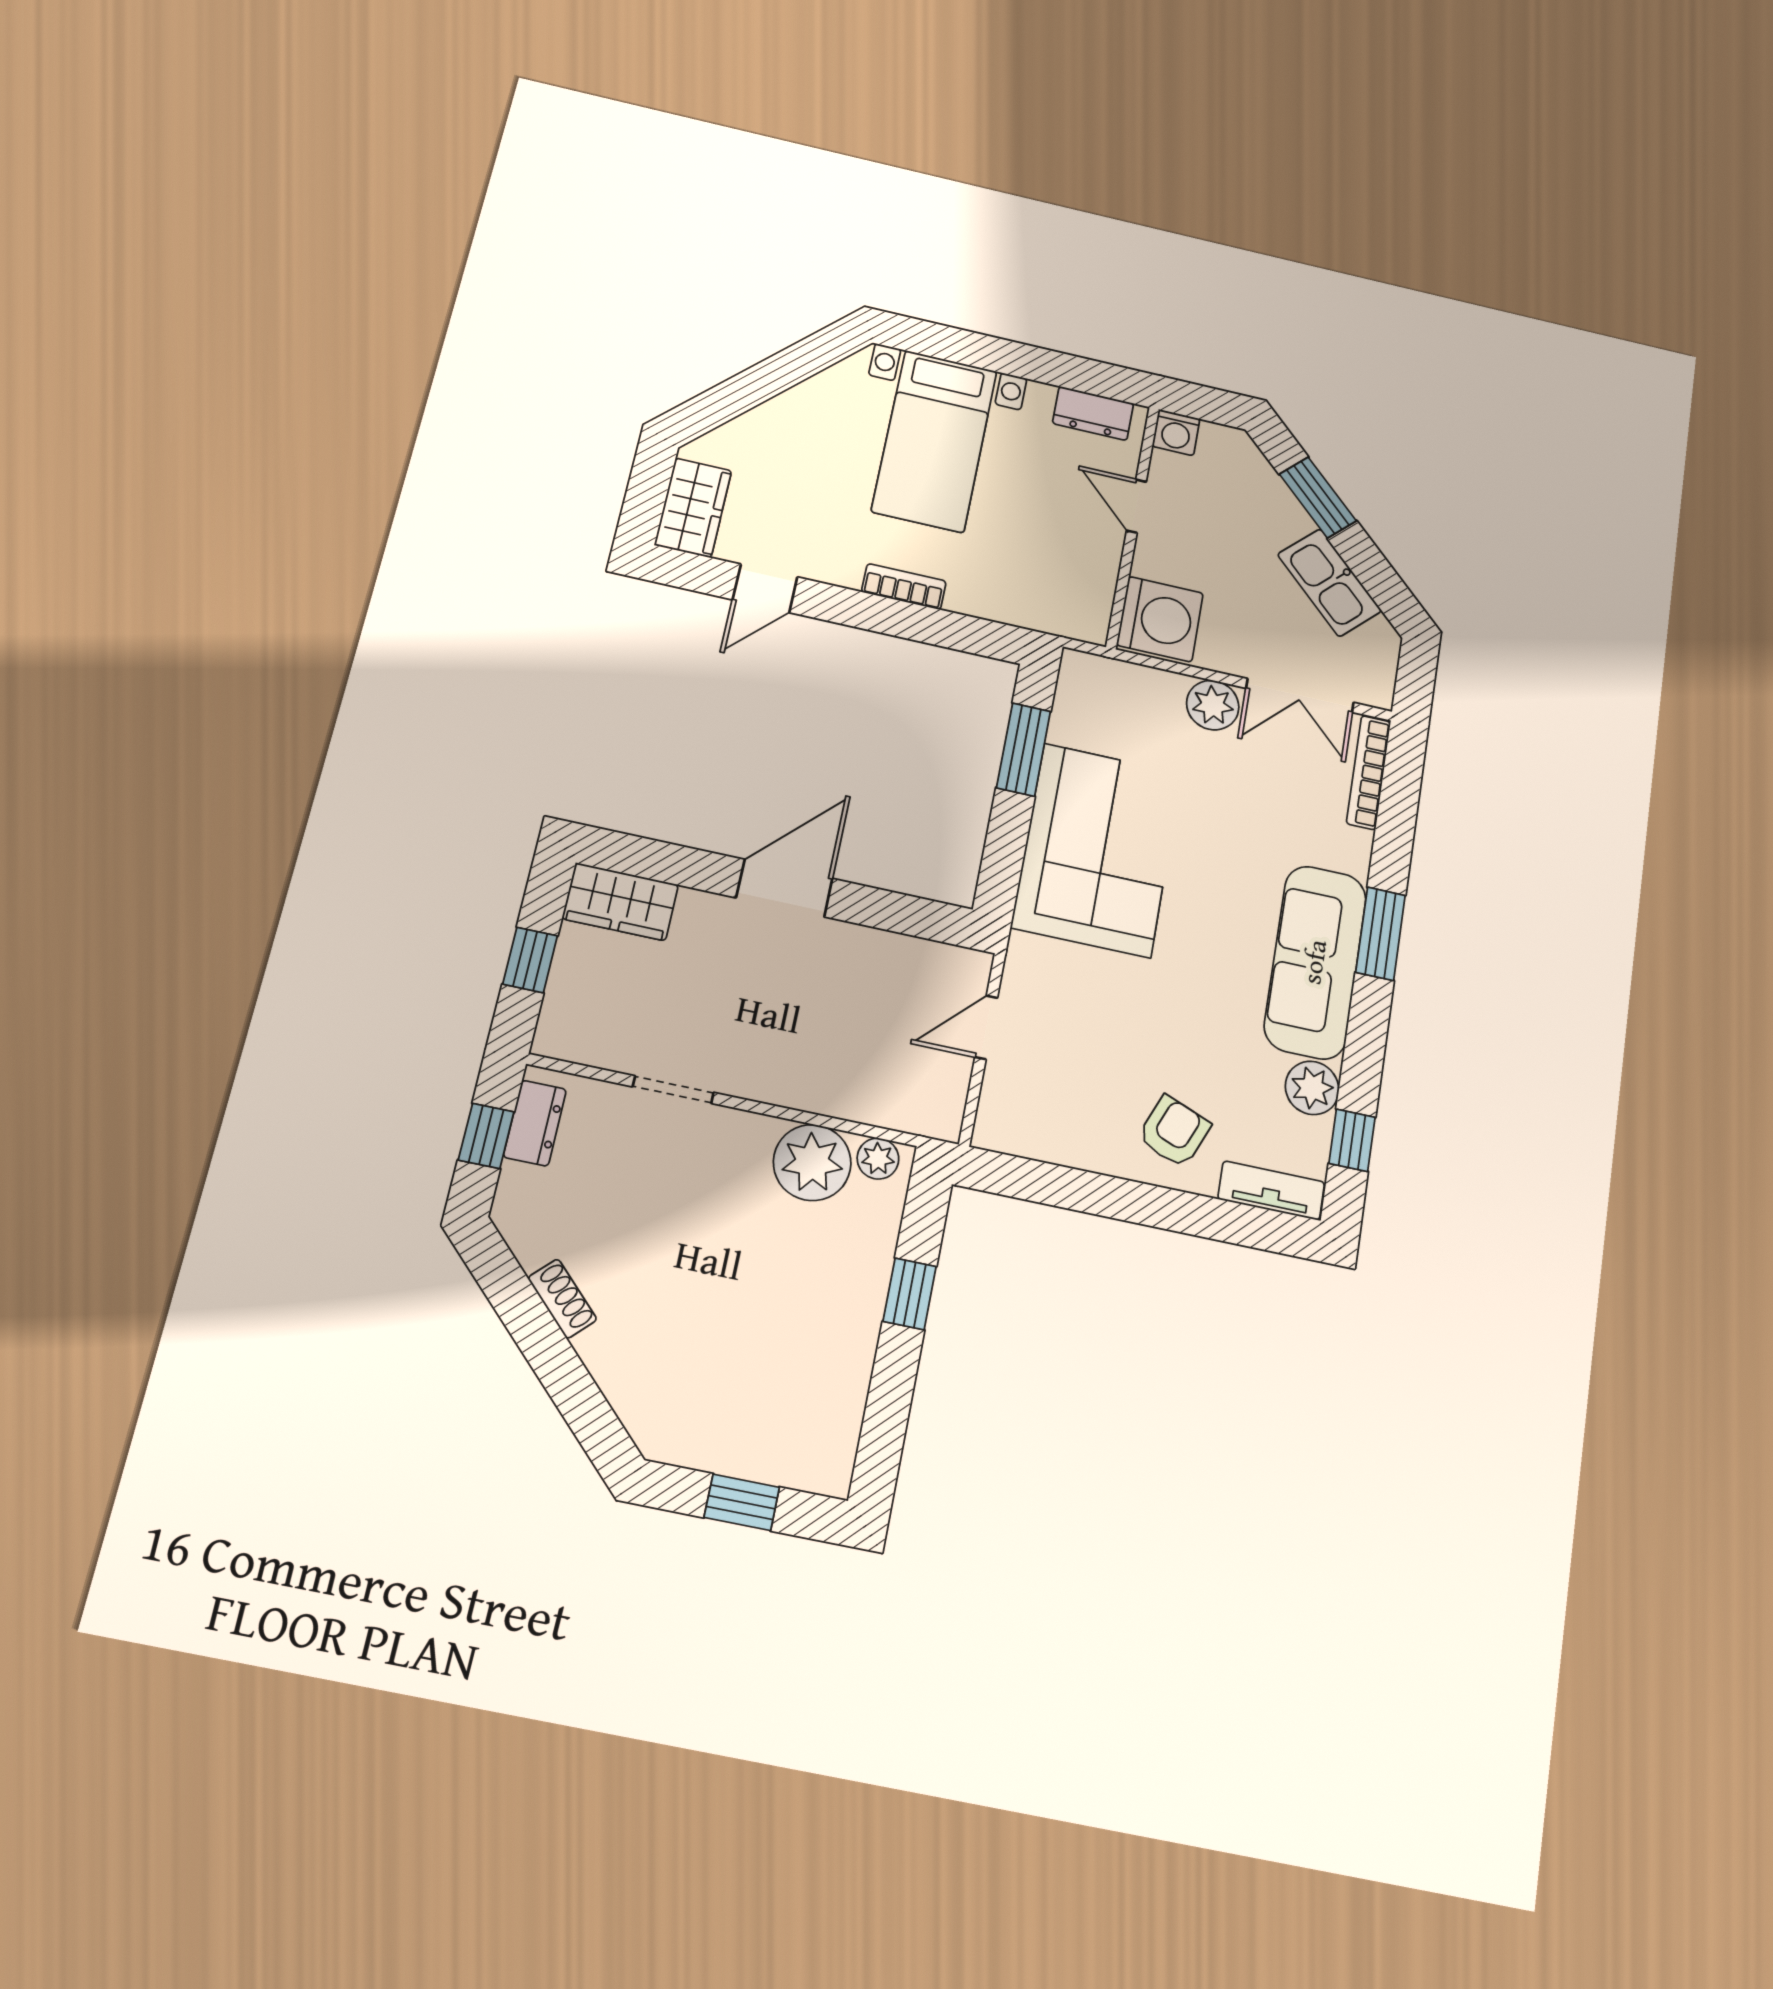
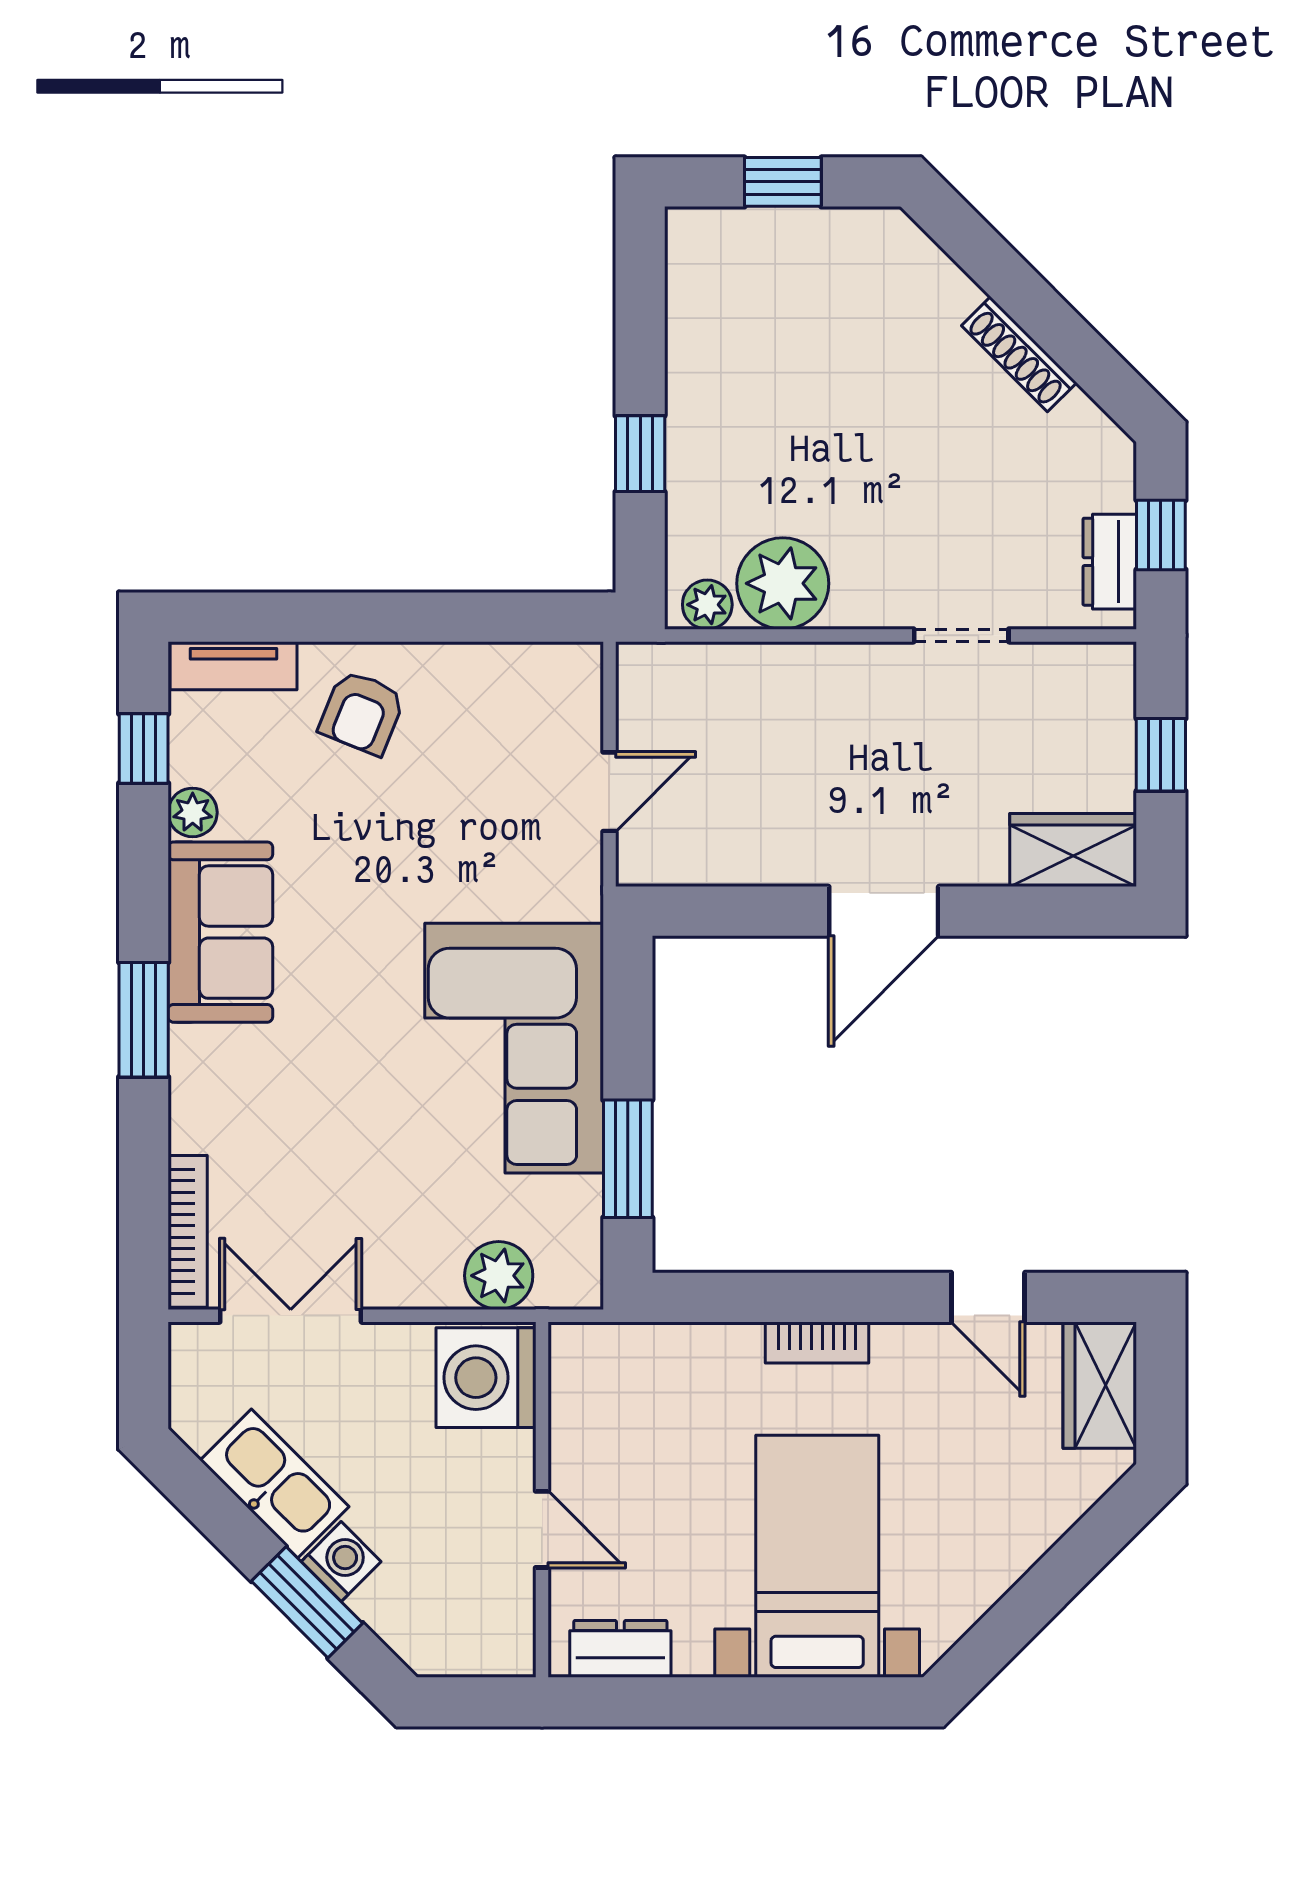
washing machine: (1176, 432) -> (341, 1562), moved, turned 45
door: (765, 588) -> (988, 1297), swing flipped
plant: (1213, 705) -> (499, 1276), moved
sofa: (1315, 962) -> (220, 932), width x0.73
plant: (1312, 1088) -> (193, 812), width x0.73, depth x0.73
shoe rack: (562, 1299) -> (1019, 354), width x1.43

